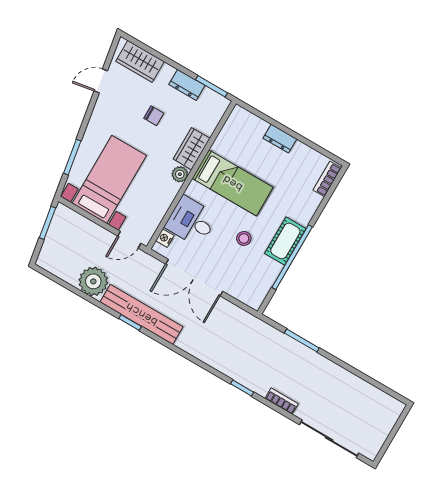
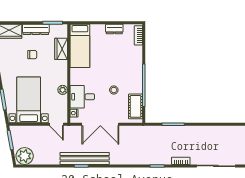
dresser: (187, 85) -> (36, 29), width x1.44
dresser: (280, 139) -> (114, 29), moved
wardrobe: (192, 149) -> (61, 49), moved
plant: (180, 174) -> (63, 90), moved
bed: (233, 183) -> (80, 46), moved, turned 90
door: (129, 240) -> (56, 124), hinge flipped
cot: (285, 241) -> (136, 106), moved
plant: (93, 281) -> (25, 156), moved

